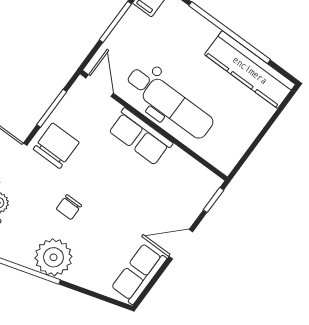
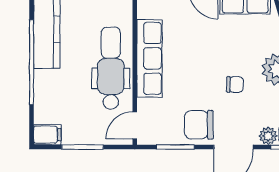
row of seats: (140, 137) -> (149, 58), width x1.48

